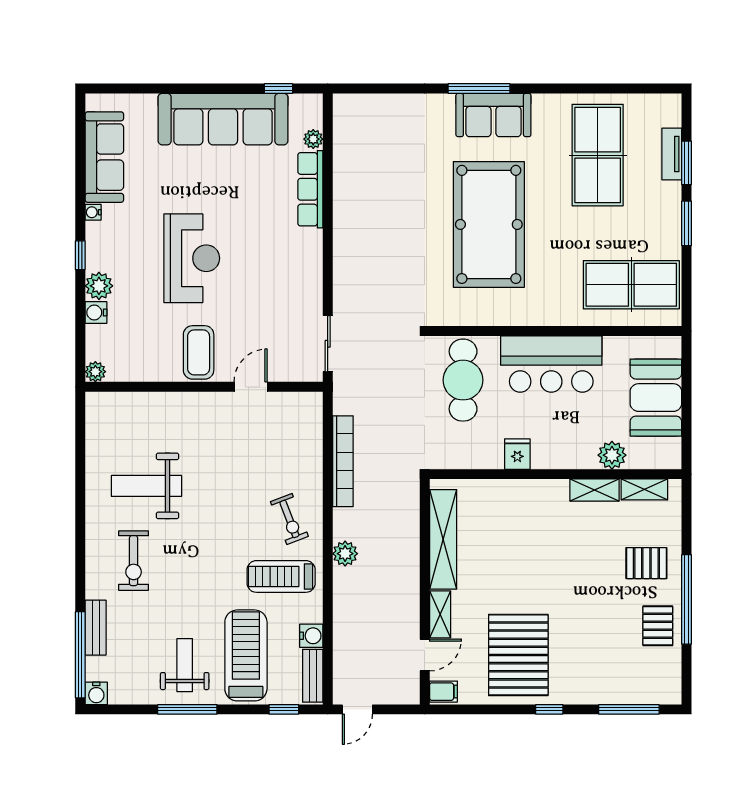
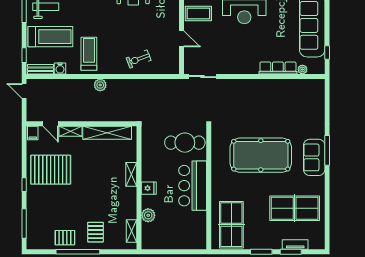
booth: (656, 398) -> (176, 237), removed
fridge: (517, 454) -> (149, 188), moved
bookcase: (343, 461) -> (145, 84), removed
shelving: (595, 490) -> (131, 174), moved
exercise bike: (289, 519) -> (139, 59), moved

